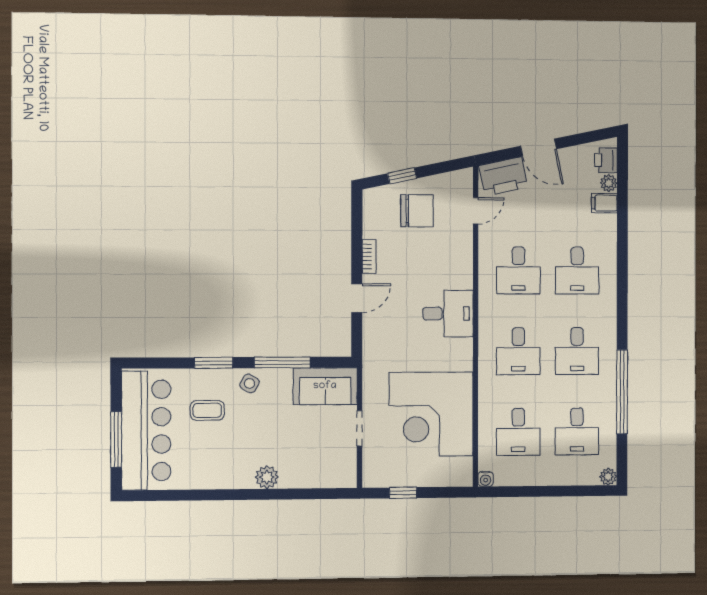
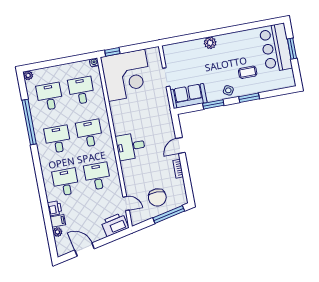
door: (538, 148) -> (85, 249), moved
printer: (606, 160) -> (55, 208), moved
window: (402, 176) -> (169, 214), width x2.17
chair: (417, 211) -> (157, 198), turned -90
door: (476, 211) -> (126, 203), swing flipped
window: (282, 362) -> (213, 104), width x0.69
corner desk: (431, 414) -> (127, 75), moved, turned 90
bar counter: (146, 430) -> (276, 48), width x0.73
window: (116, 439) -> (292, 49), width x0.69
window: (403, 493) -> (112, 52), moved

